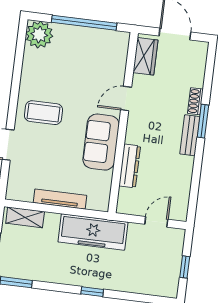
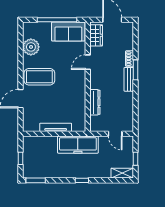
plant: (39, 35) -> (31, 47), moved
coffee table: (44, 113) -> (39, 77), width x1.36, depth x1.32
sofa: (101, 142) -> (68, 32), moved, turned -90
shelving: (25, 217) -> (122, 173), moved
door: (156, 222) -> (115, 134), swing flipped

